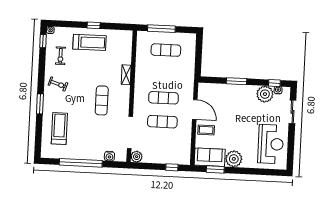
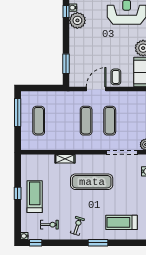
window: (161, 29) -> (18, 113), moved
window: (237, 81) -> (66, 64), moved
exercise mat: (102, 100) -> (92, 182), width x1.36, depth x1.45

